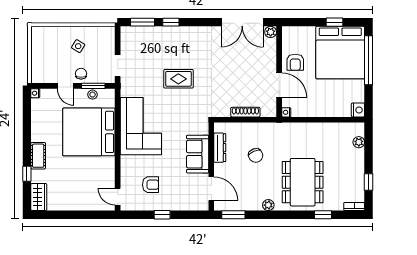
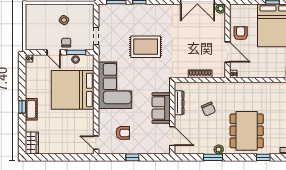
armchair: (295, 62) -> (241, 33), turned 180
rug: (178, 79) -> (146, 47), width x1.36, depth x1.43
window: (27, 174) -> (22, 107), moved
window: (233, 215) -> (213, 157), moved

